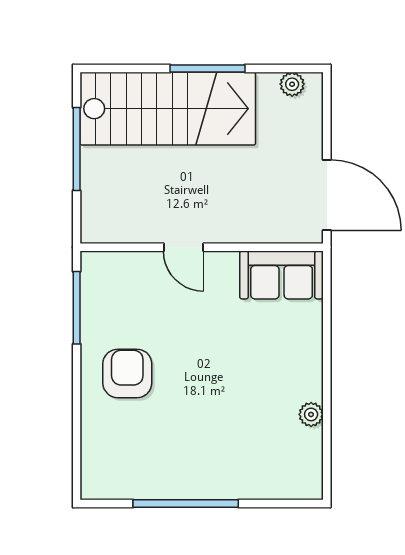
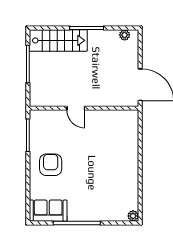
stairs: (168, 109) -> (58, 40), width x0.73, depth x0.66
sofa: (282, 275) -> (48, 211), moved, turned 180
plant: (311, 414) -> (133, 216), moved

